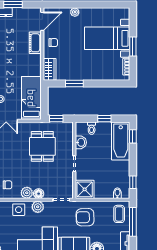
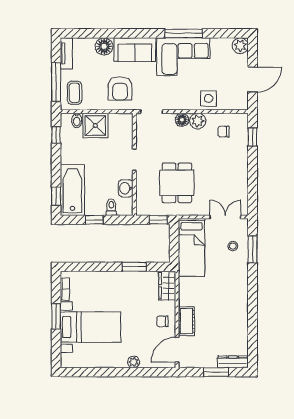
shower: (85, 189) -> (95, 125), moved
plant: (38, 207) -> (183, 102), removed
armchair: (85, 217) -> (120, 88), turned 91

